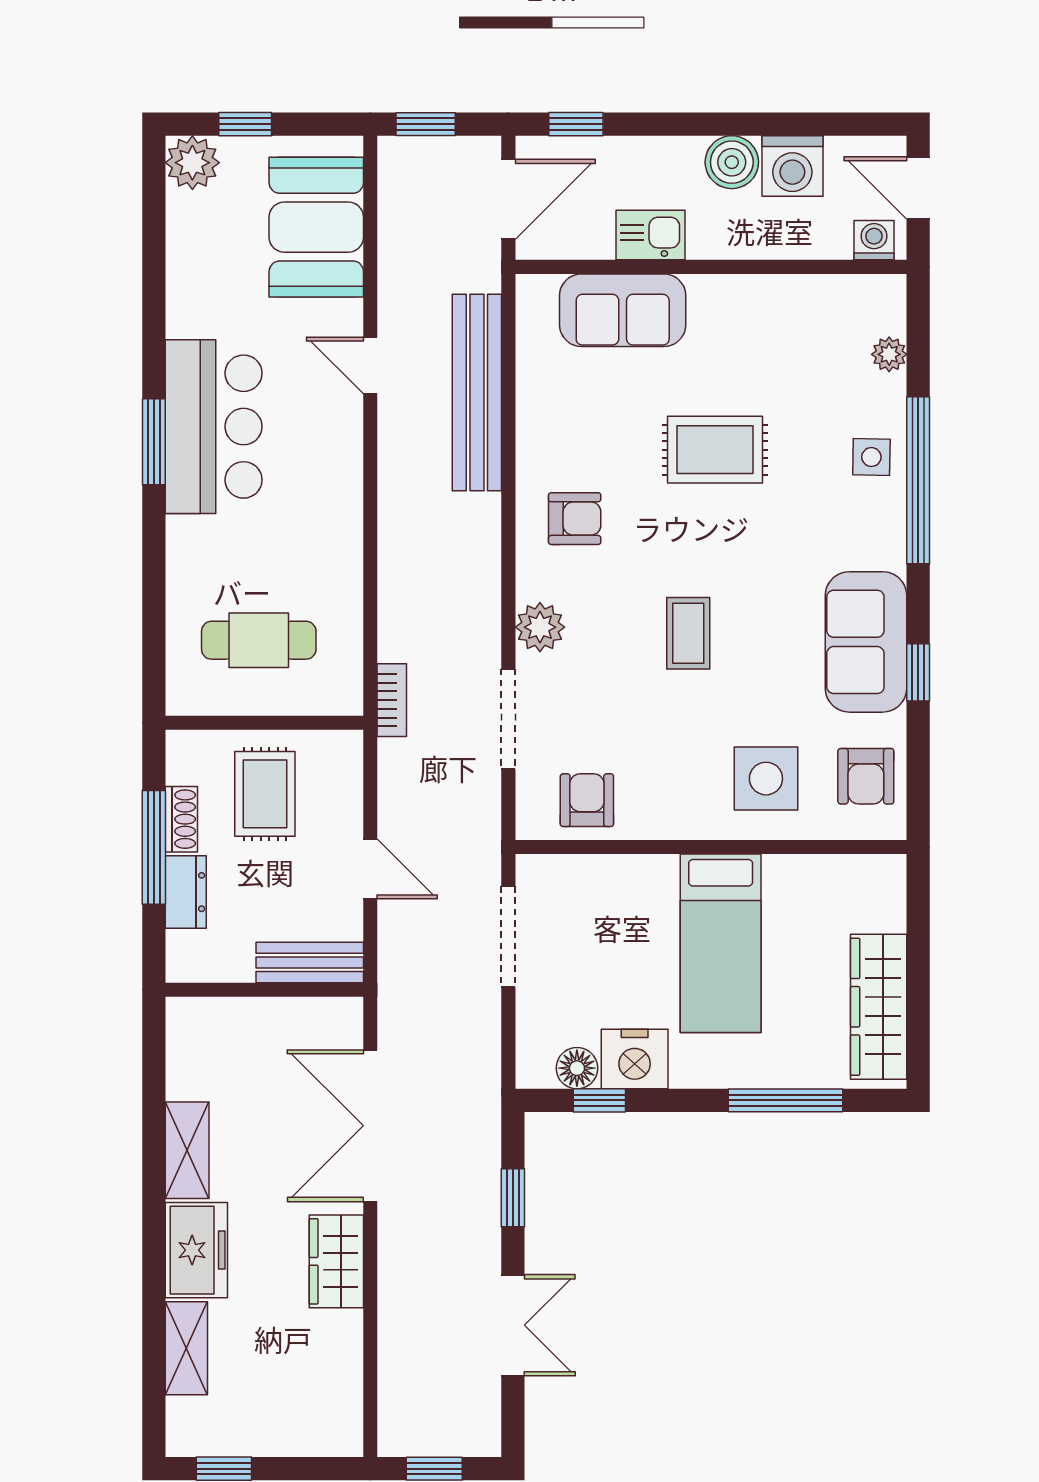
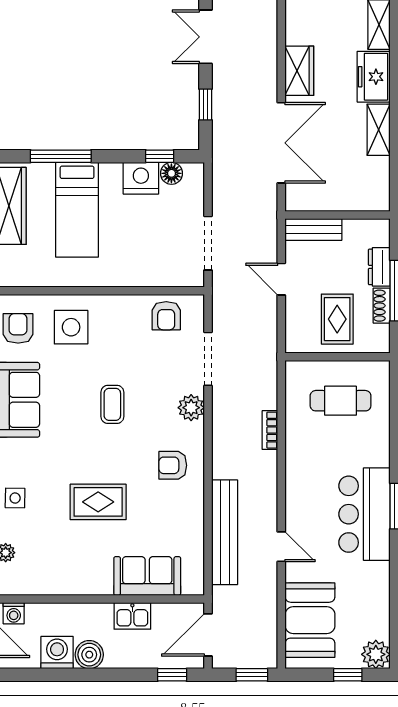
bookcase: (392, 700) -> (270, 430), moved
bed: (721, 943) -> (77, 210), moved, turned 180

